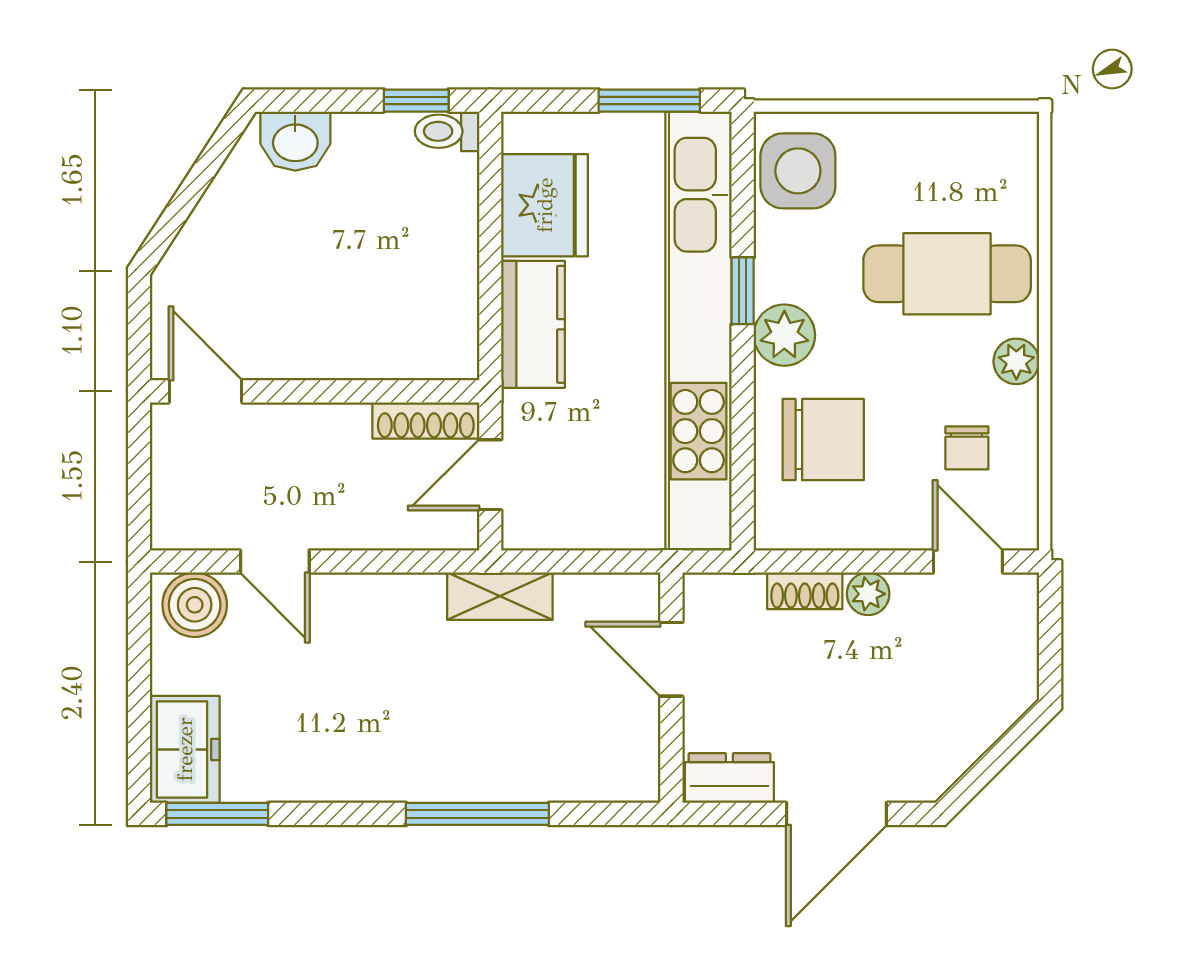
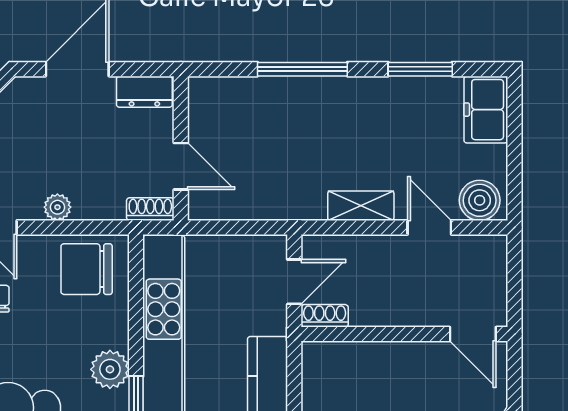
shoe rack: (426, 421) -> (325, 316), width x0.70
chair: (823, 440) -> (87, 269), moved
shoe rack: (805, 591) -> (150, 209), moved
shelving: (500, 596) -> (361, 206), moved
window: (217, 814) -> (420, 69), moved

